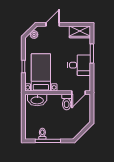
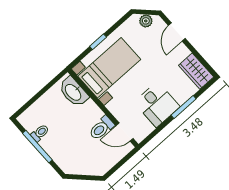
door: (53, 24) -> (177, 32), swing flipped

